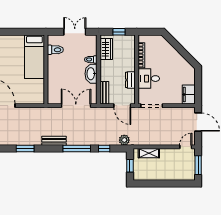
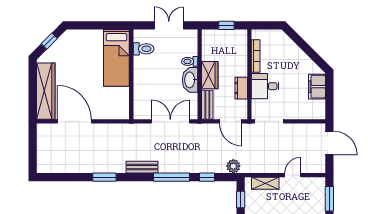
wardrobe: (106, 49) -> (210, 75), moved
filing cabinet: (189, 95) -> (317, 87), moved
door: (186, 147) -> (293, 175), moved

